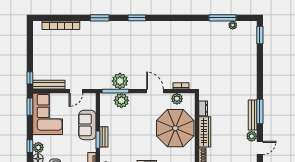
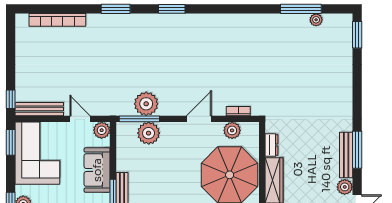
door: (76, 91) -> (80, 119), swing flipped
door: (155, 91) -> (199, 119), hinge flipped
plant: (90, 99) -> (102, 130), added

